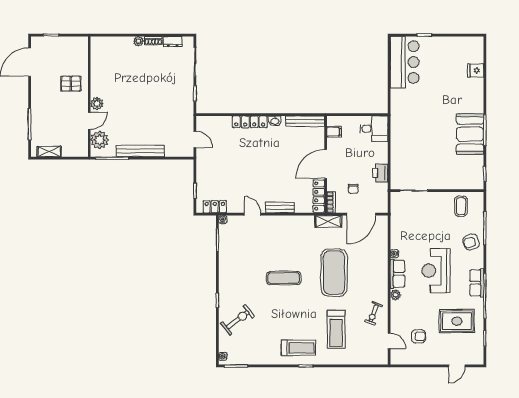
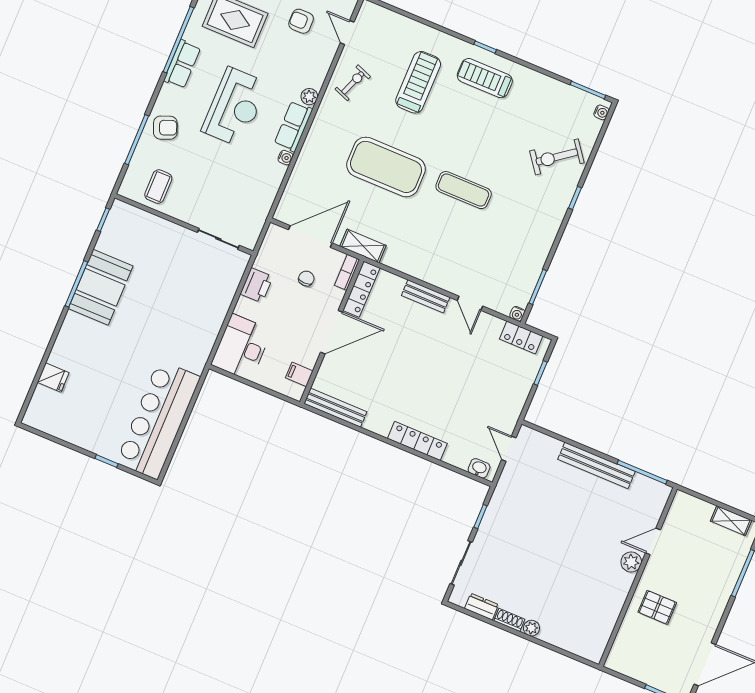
bar counter: (405, 62) -> (158, 420), width x1.36
washbasin: (275, 121) -> (479, 468), moved
desk: (374, 129) -> (241, 347), width x1.37
plant: (100, 140) -> (650, 507), removed
exercise mat: (334, 273) -> (386, 167), turned 90

